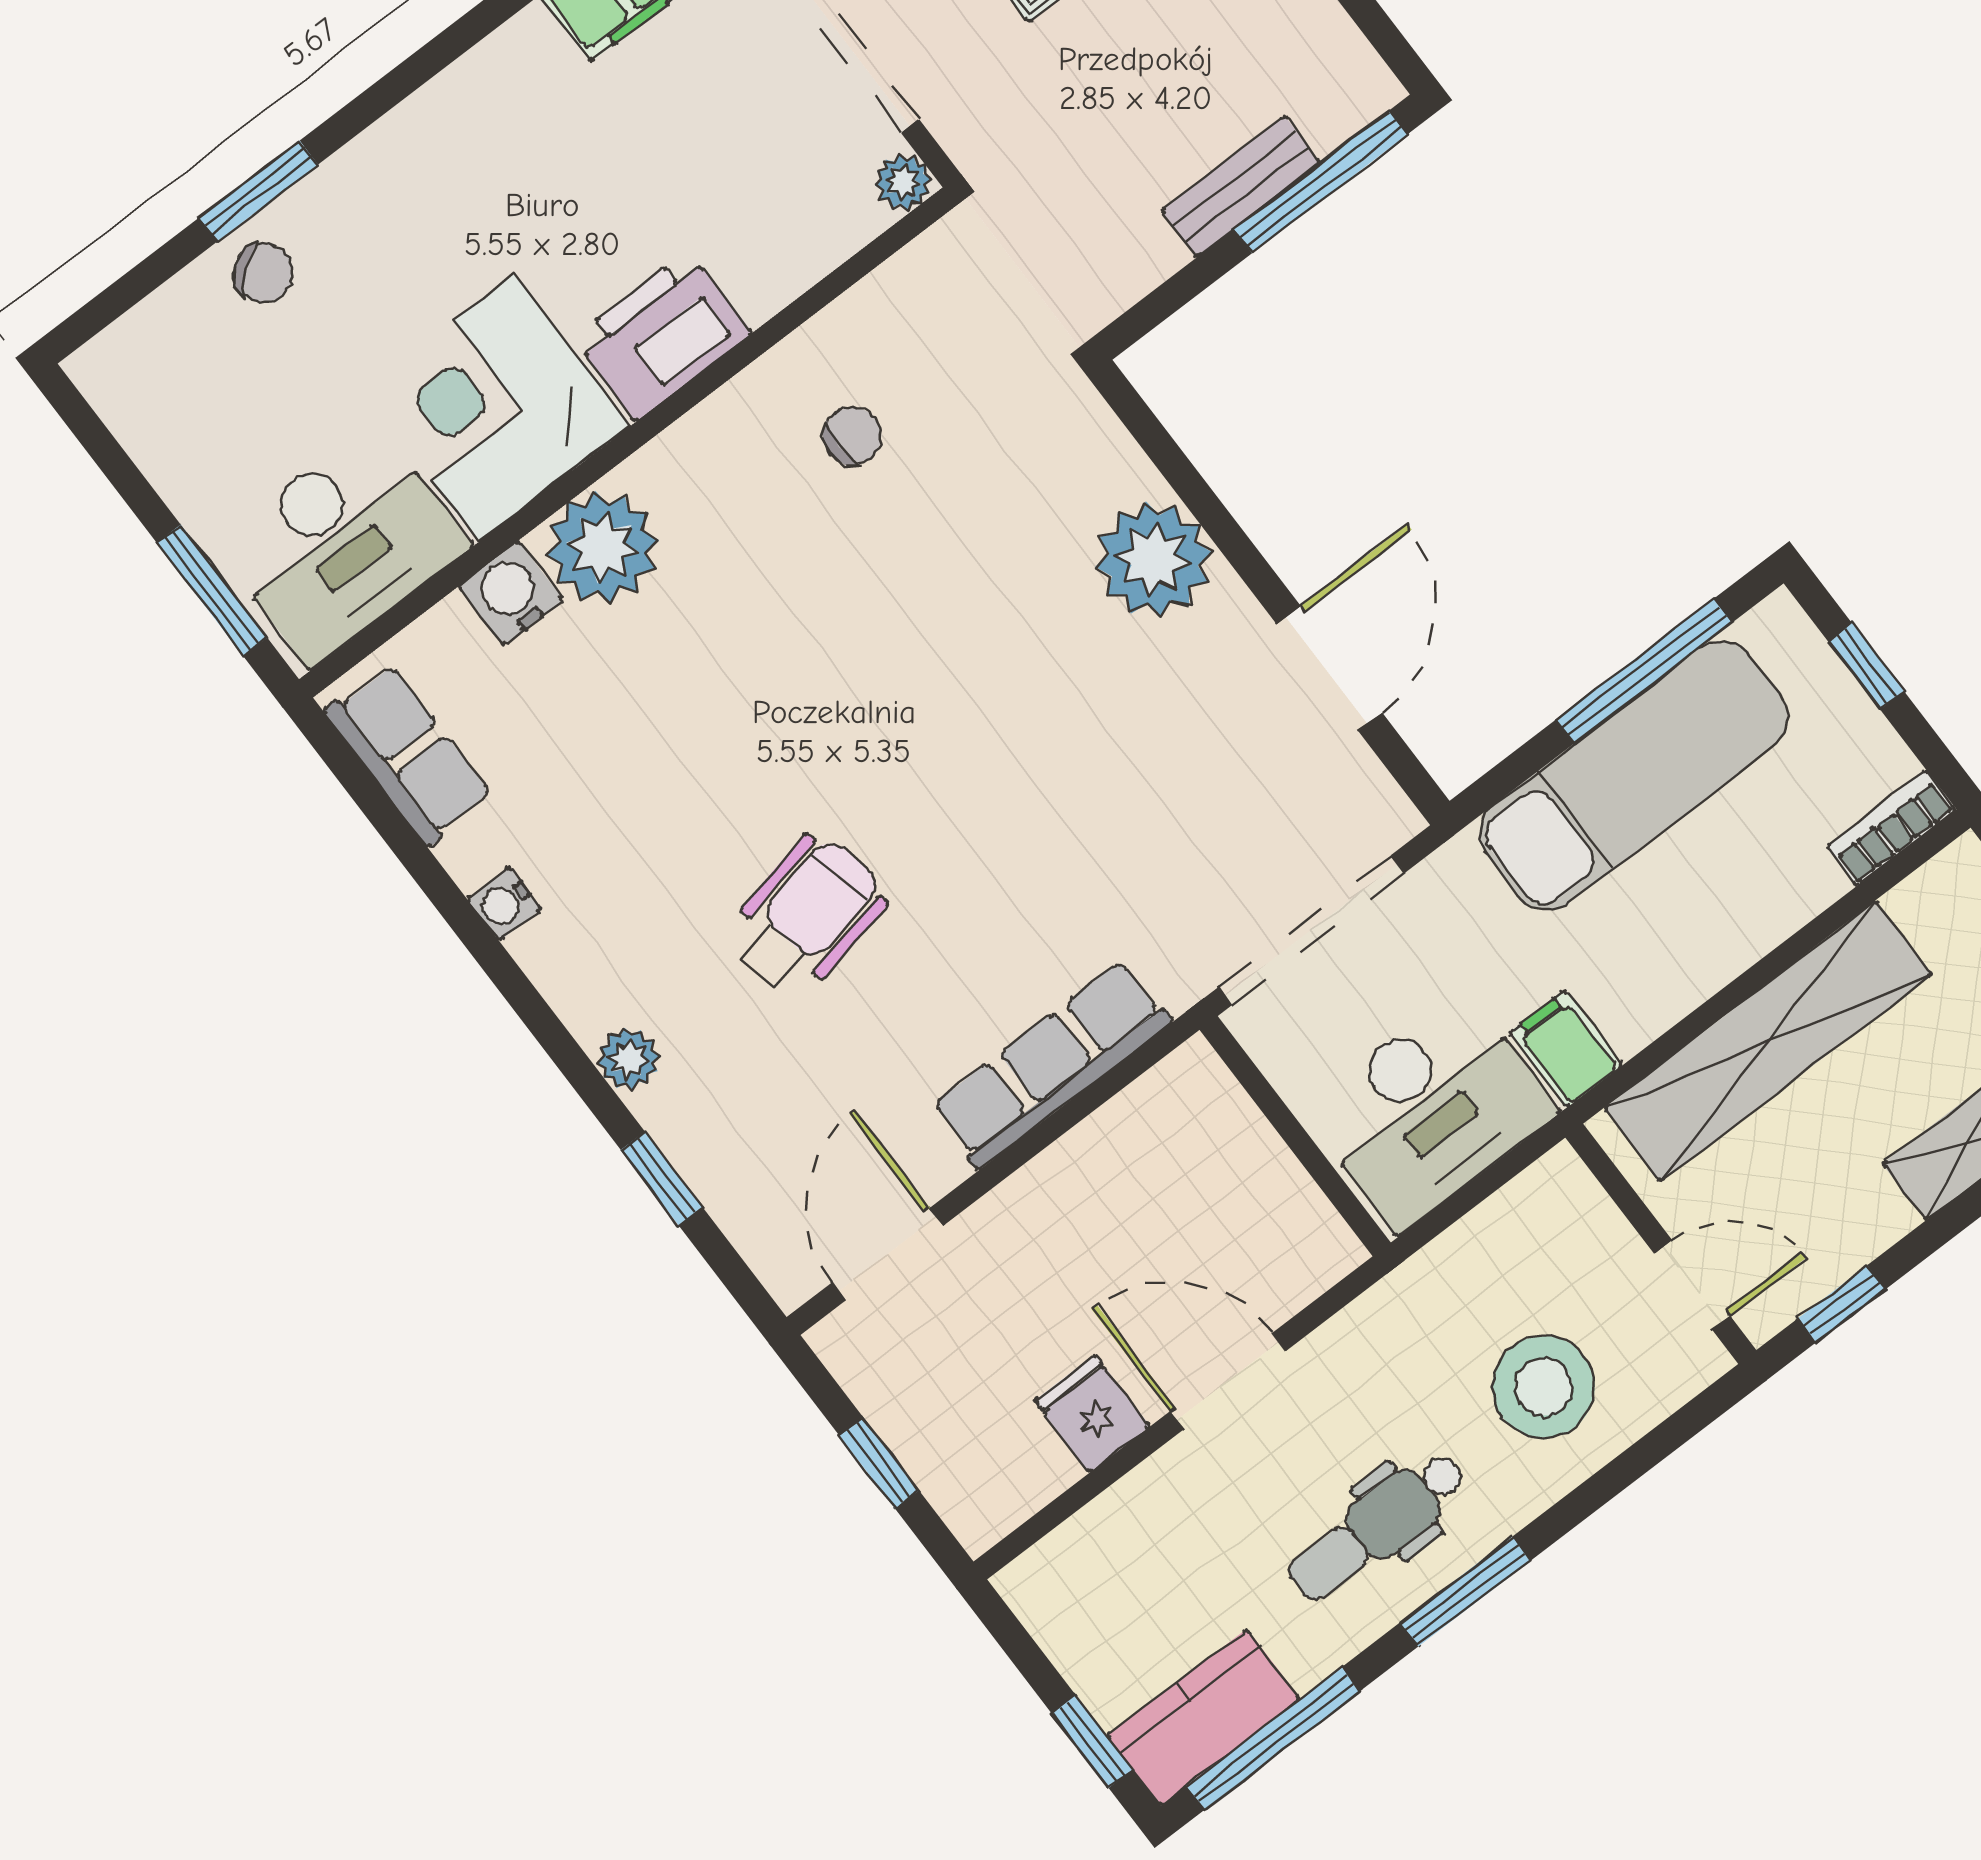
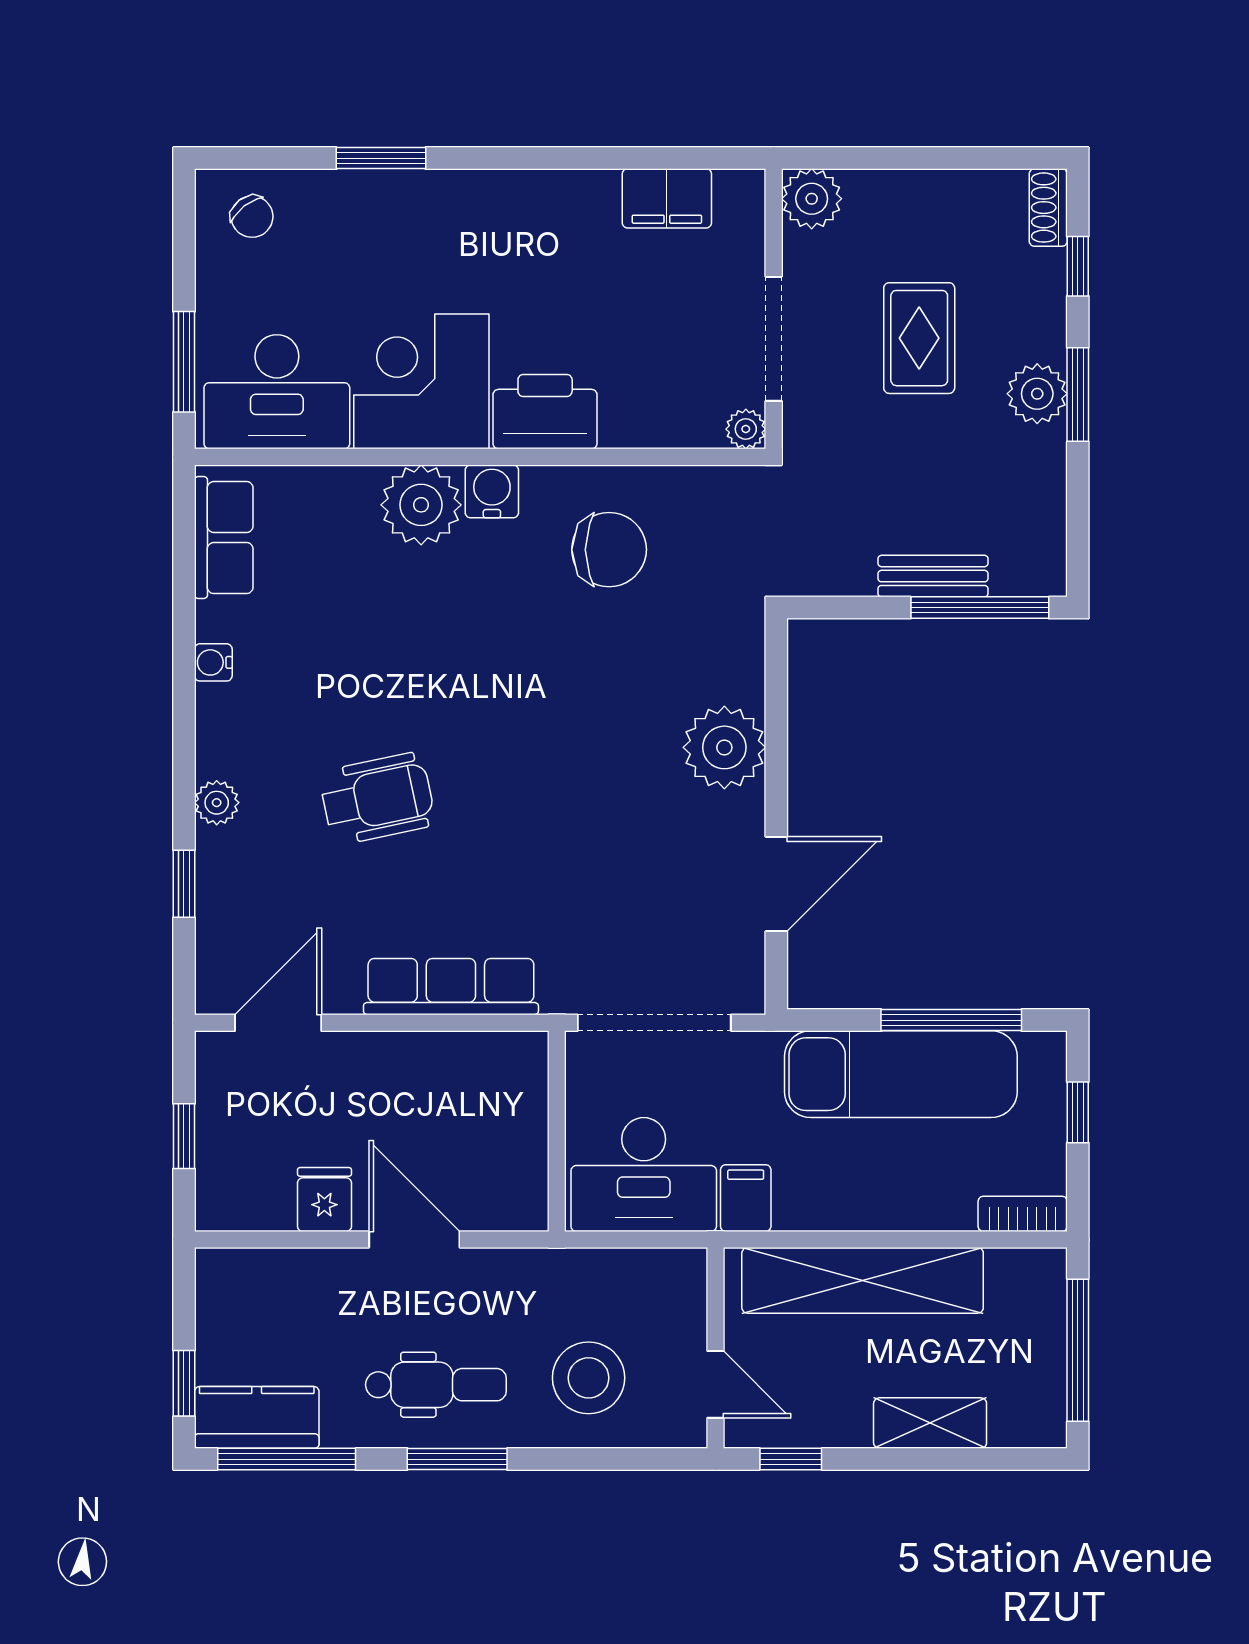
chair: (263, 273) -> (252, 217), moved
chair: (853, 436) -> (609, 550), width x1.87, depth x1.87
water cooler: (511, 593) -> (492, 491), moved
dental chair: (1377, 1526) -> (436, 1385), turned 180

